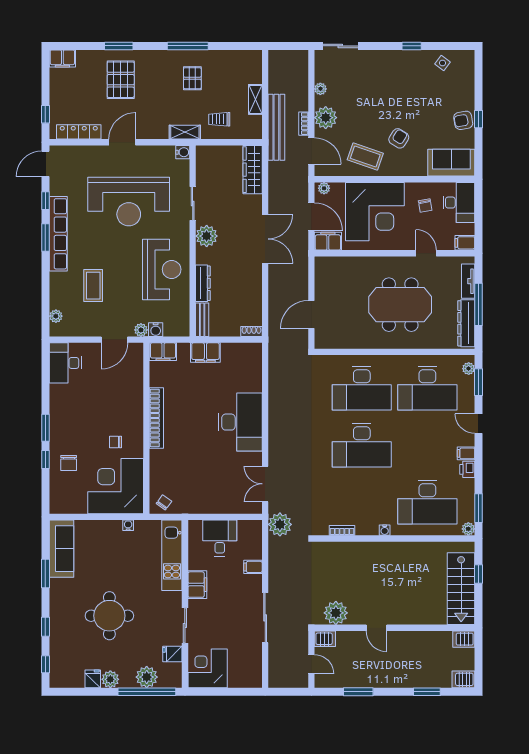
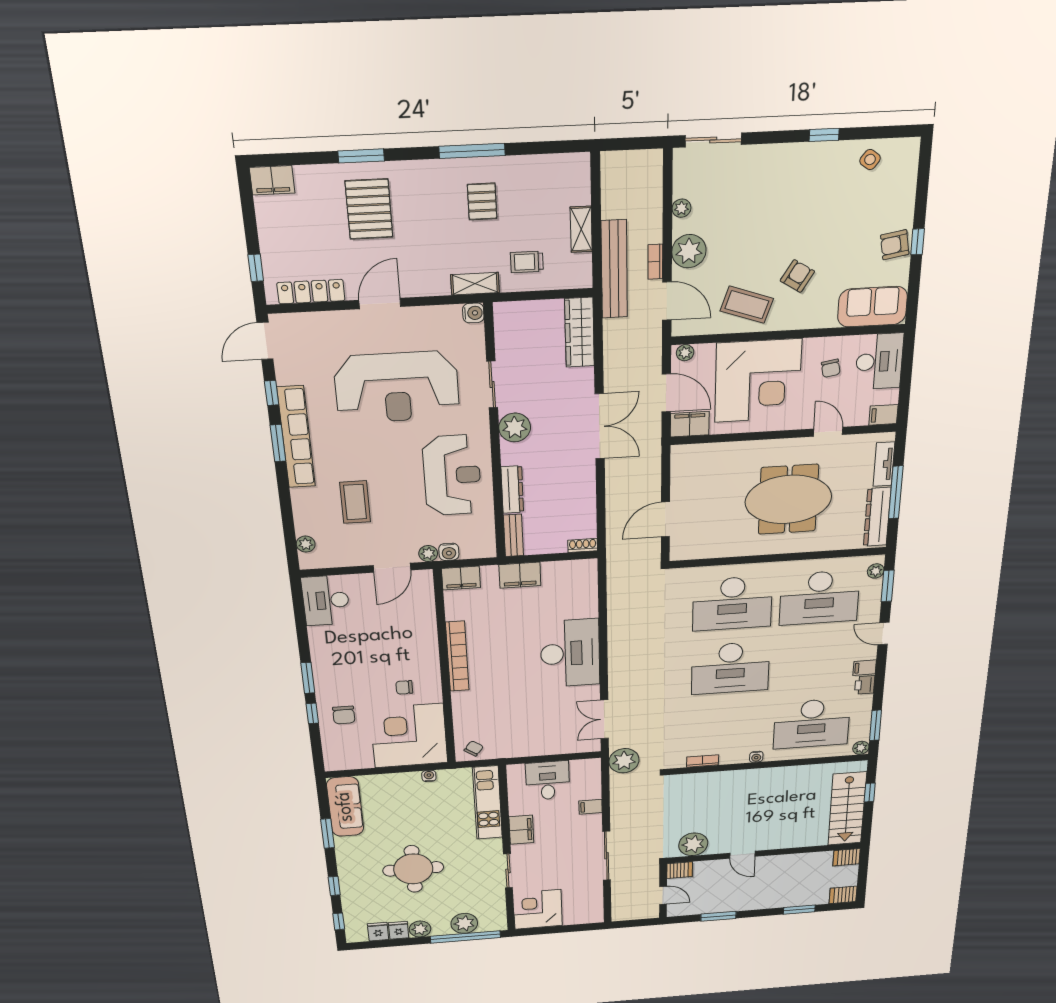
fridge: (172, 654) -> (378, 932), moved, turned 90

